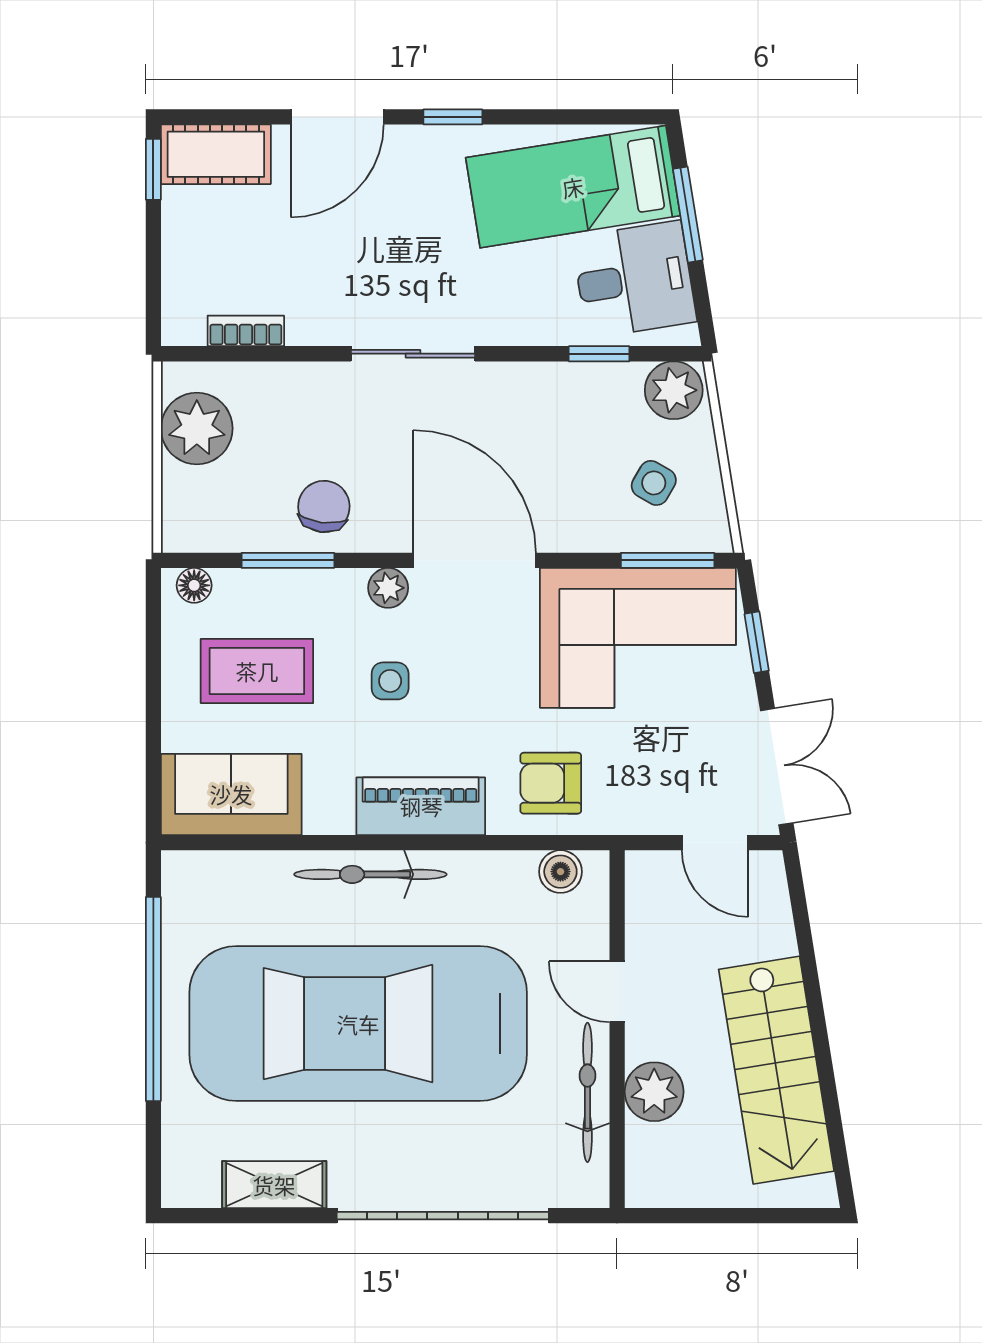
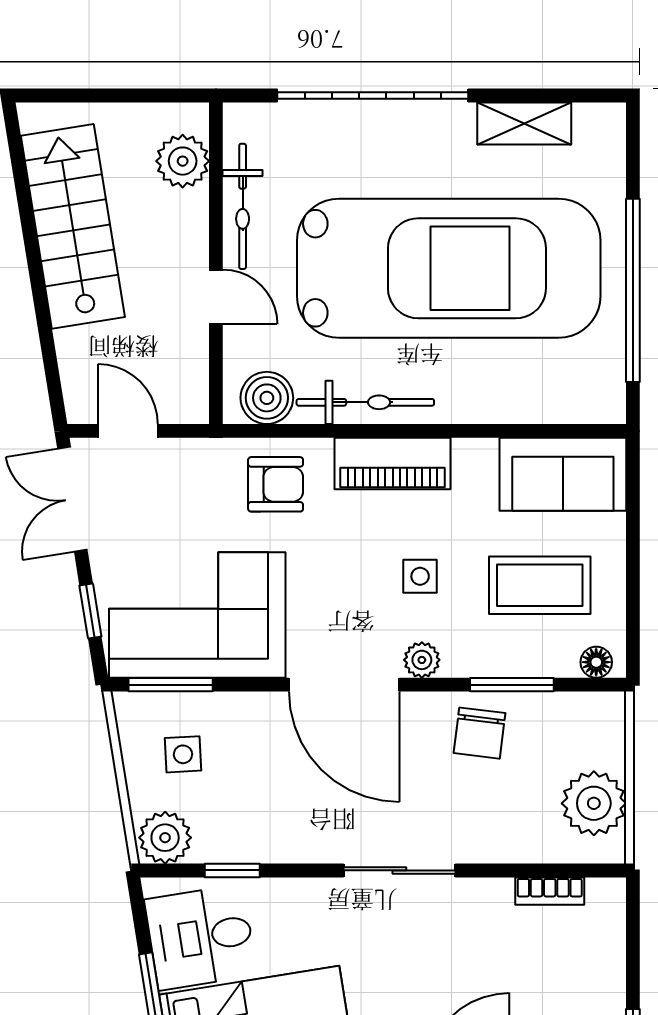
side table: (654, 483) -> (183, 754), turned -33
boiler: (560, 872) -> (267, 398), width x1.36, depth x1.36
bicycle: (370, 874) -> (365, 402), moved
plant: (654, 1092) -> (183, 161), moved

